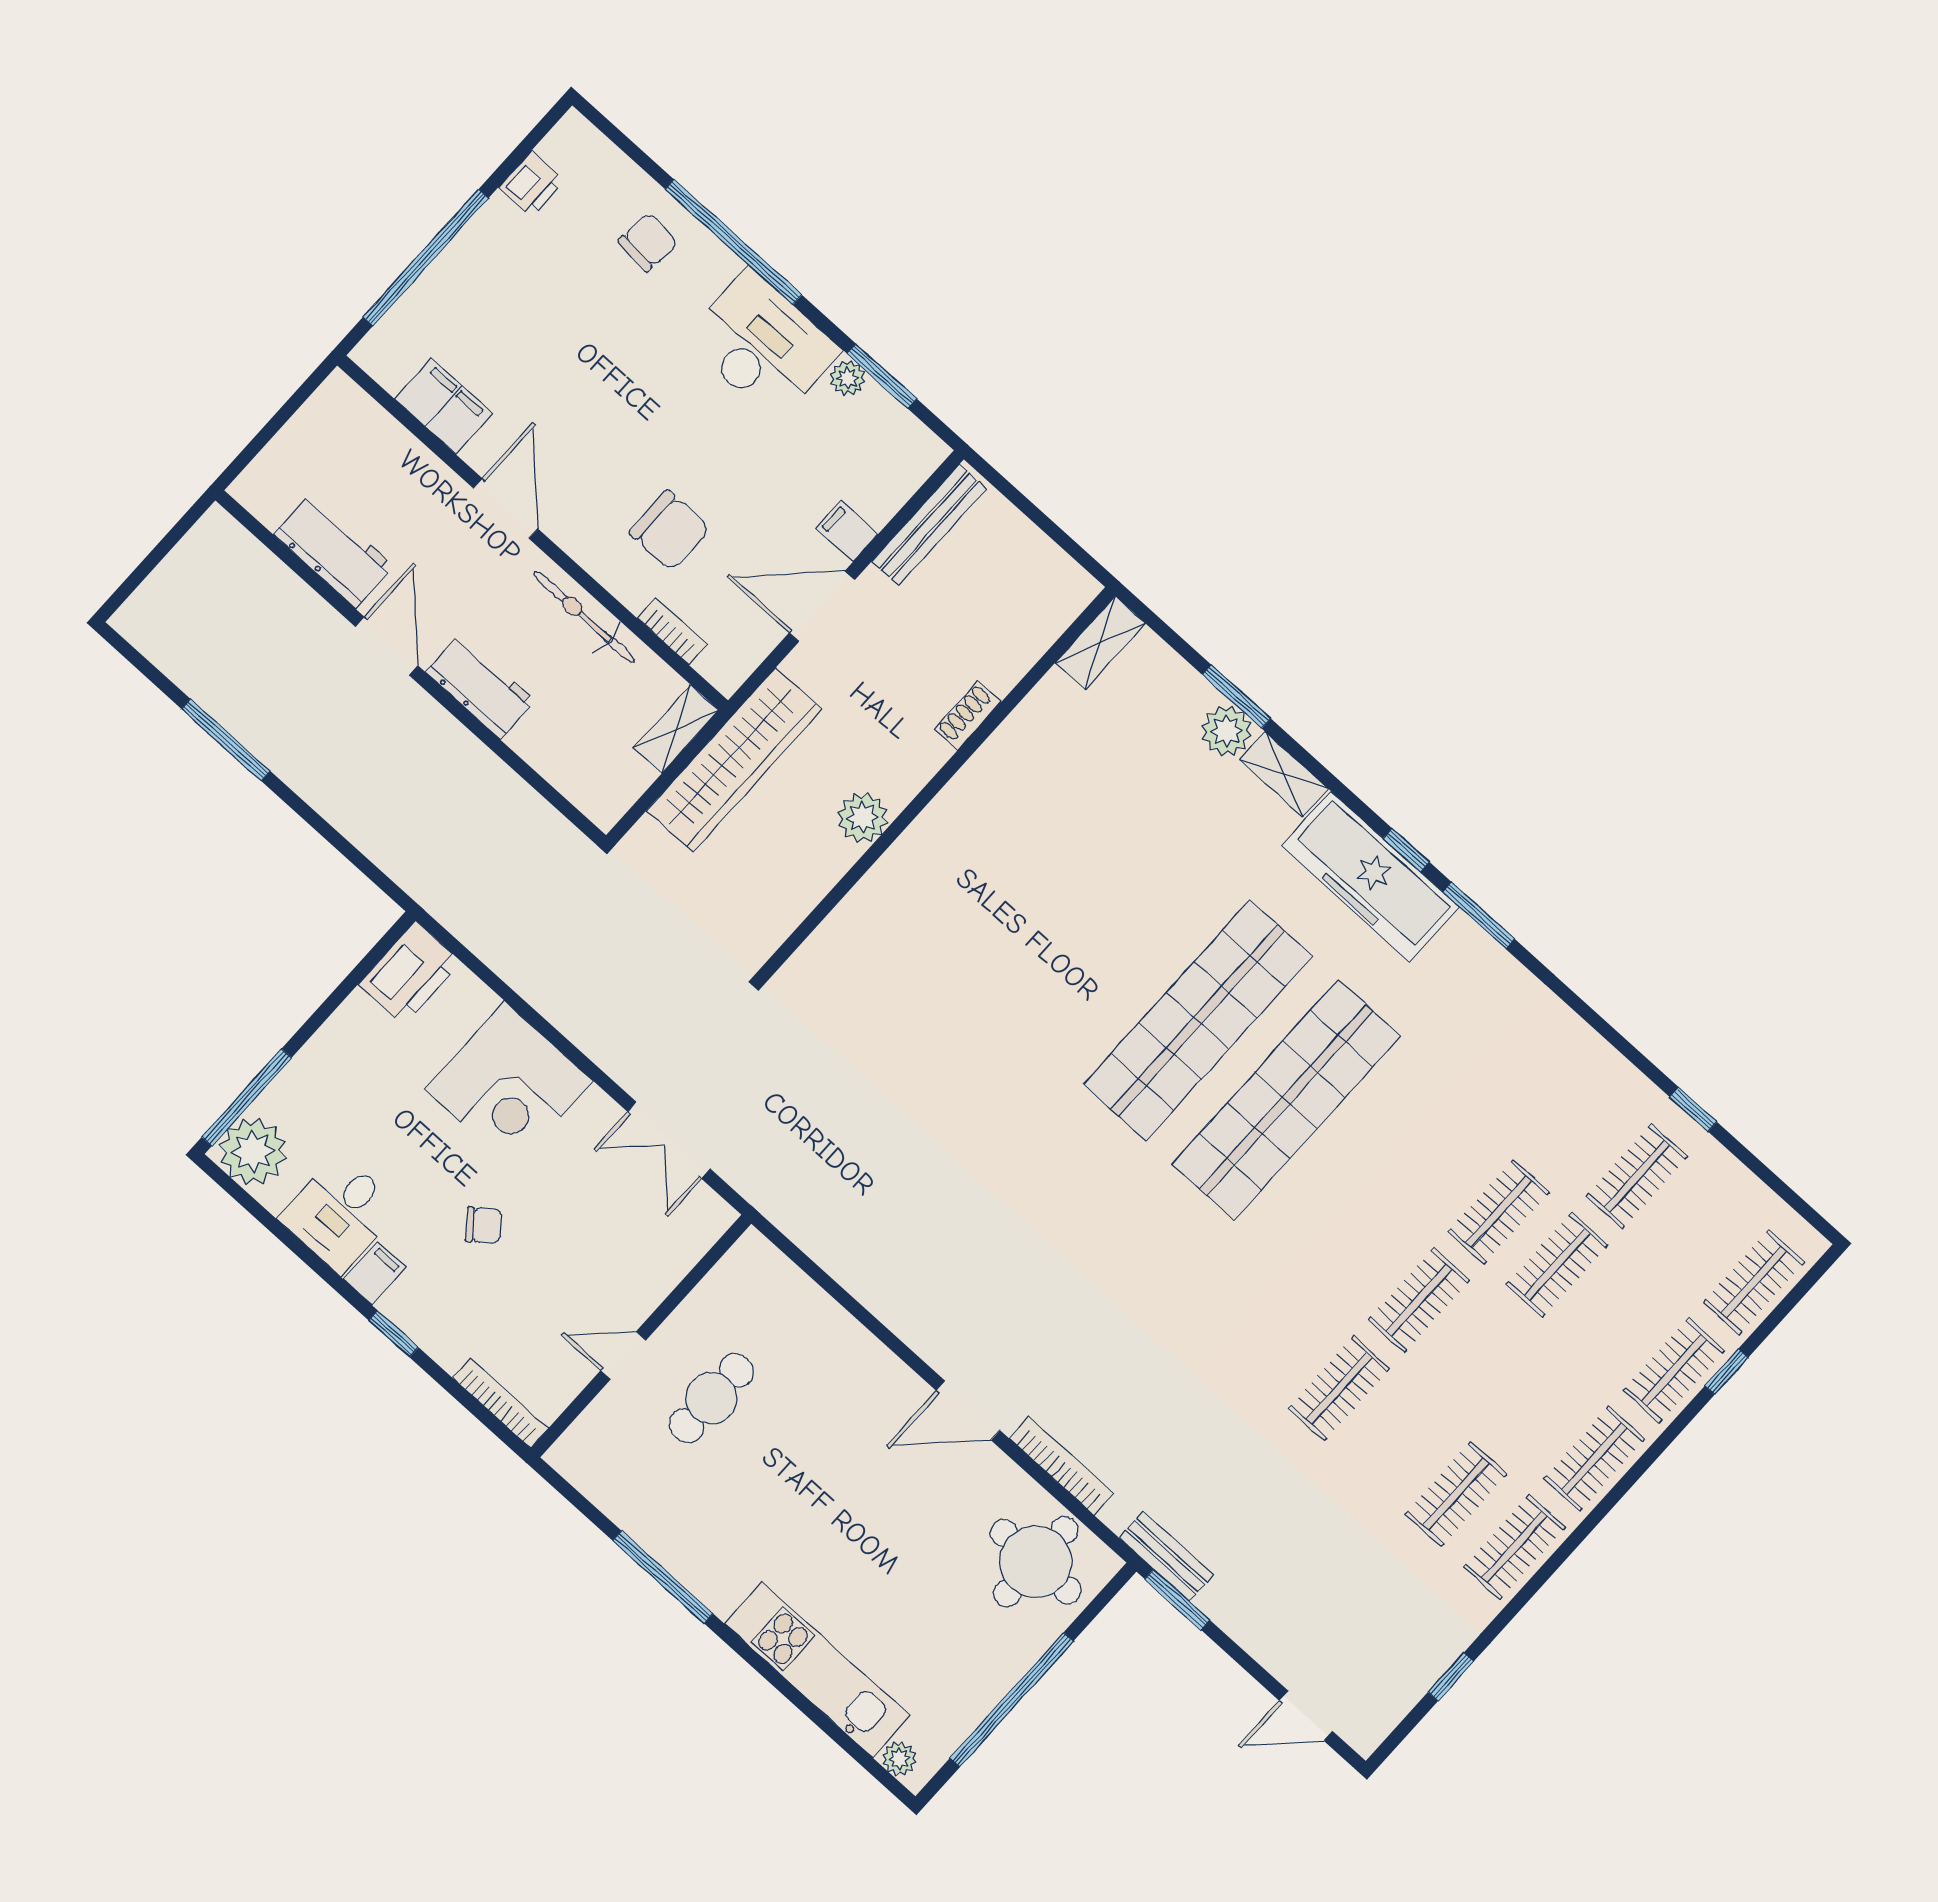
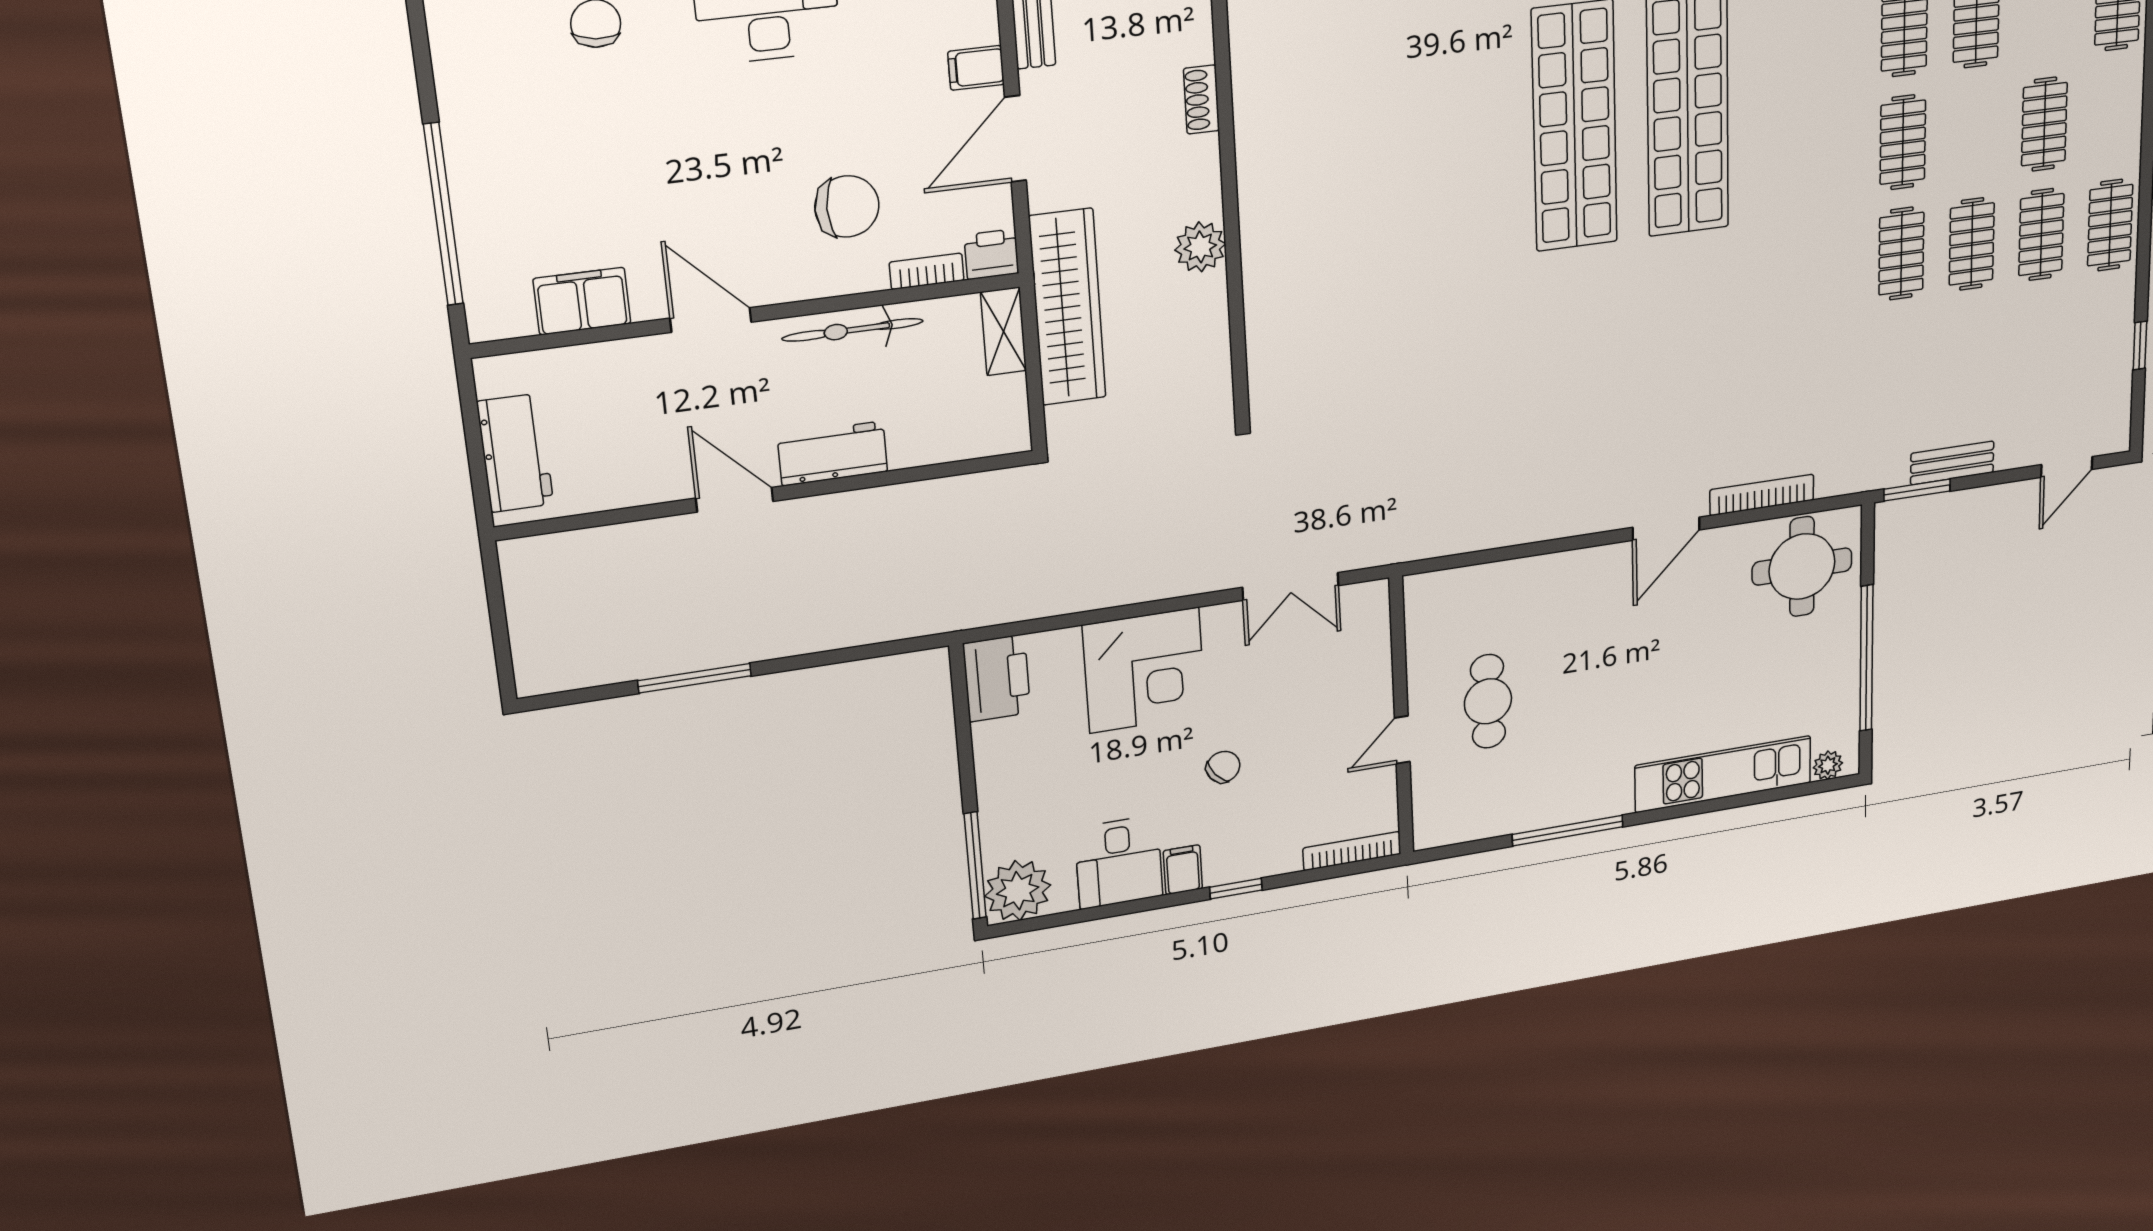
printer: (532, 184) -> (992, 254), moved, turned -90
workbench: (334, 550) -> (515, 453), moved, turned 90
clothes rail: (1398, 1441) -> (1972, 244), added
clothes rail: (1594, 1459) -> (2044, 124), moved
bench: (1166, 1556) -> (1952, 463), moved

